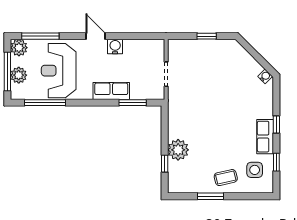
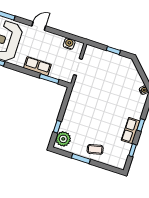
door: (95, 36) -> (39, 26), hinge flipped
water cooler: (115, 47) -> (69, 44), moved
plant: (178, 150) -> (63, 139), moved
side table: (255, 170) -> (116, 151), removed

